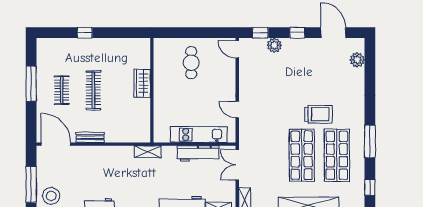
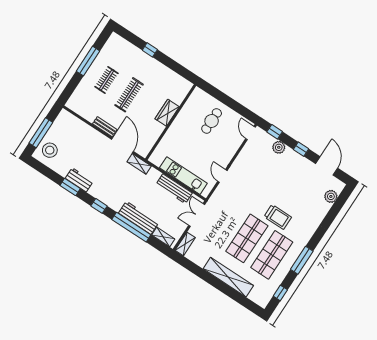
door: (56, 144) -> (122, 145), moved

